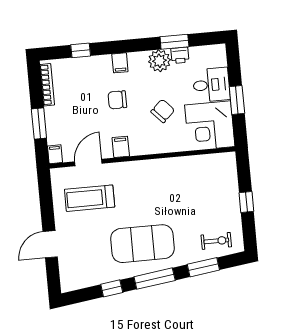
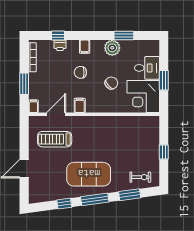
printer: (180, 55) -> (60, 45), moved

